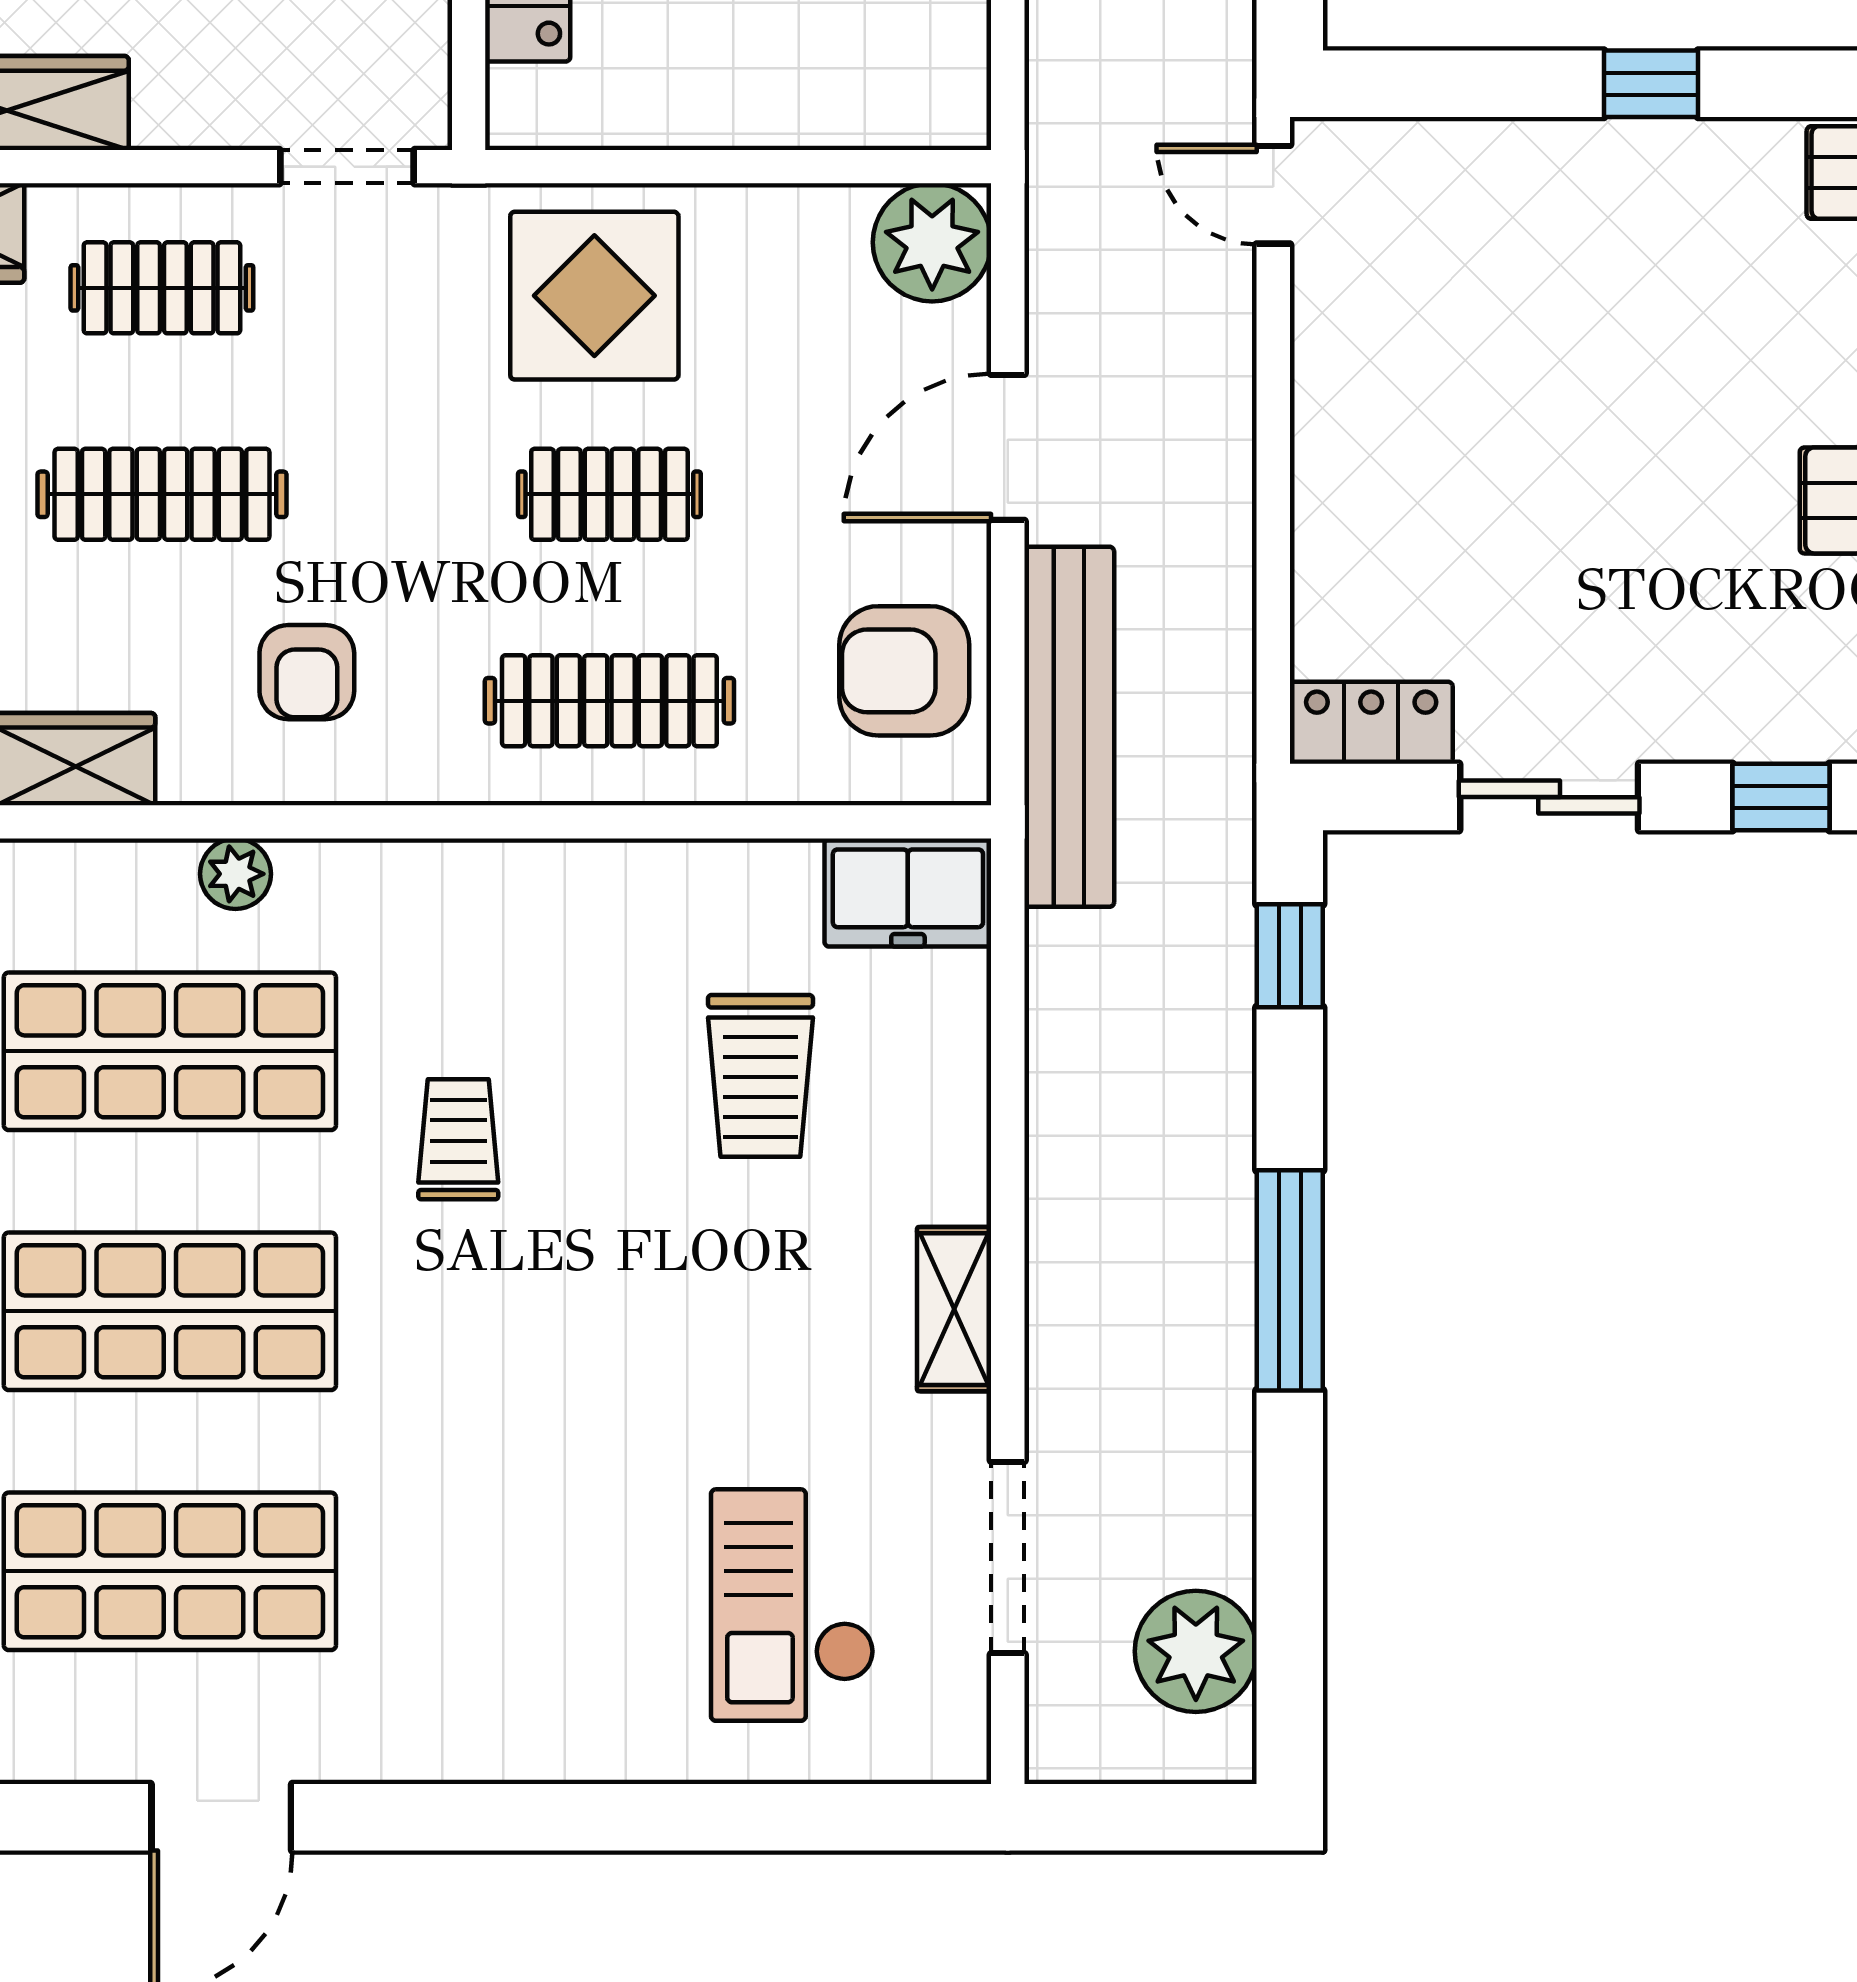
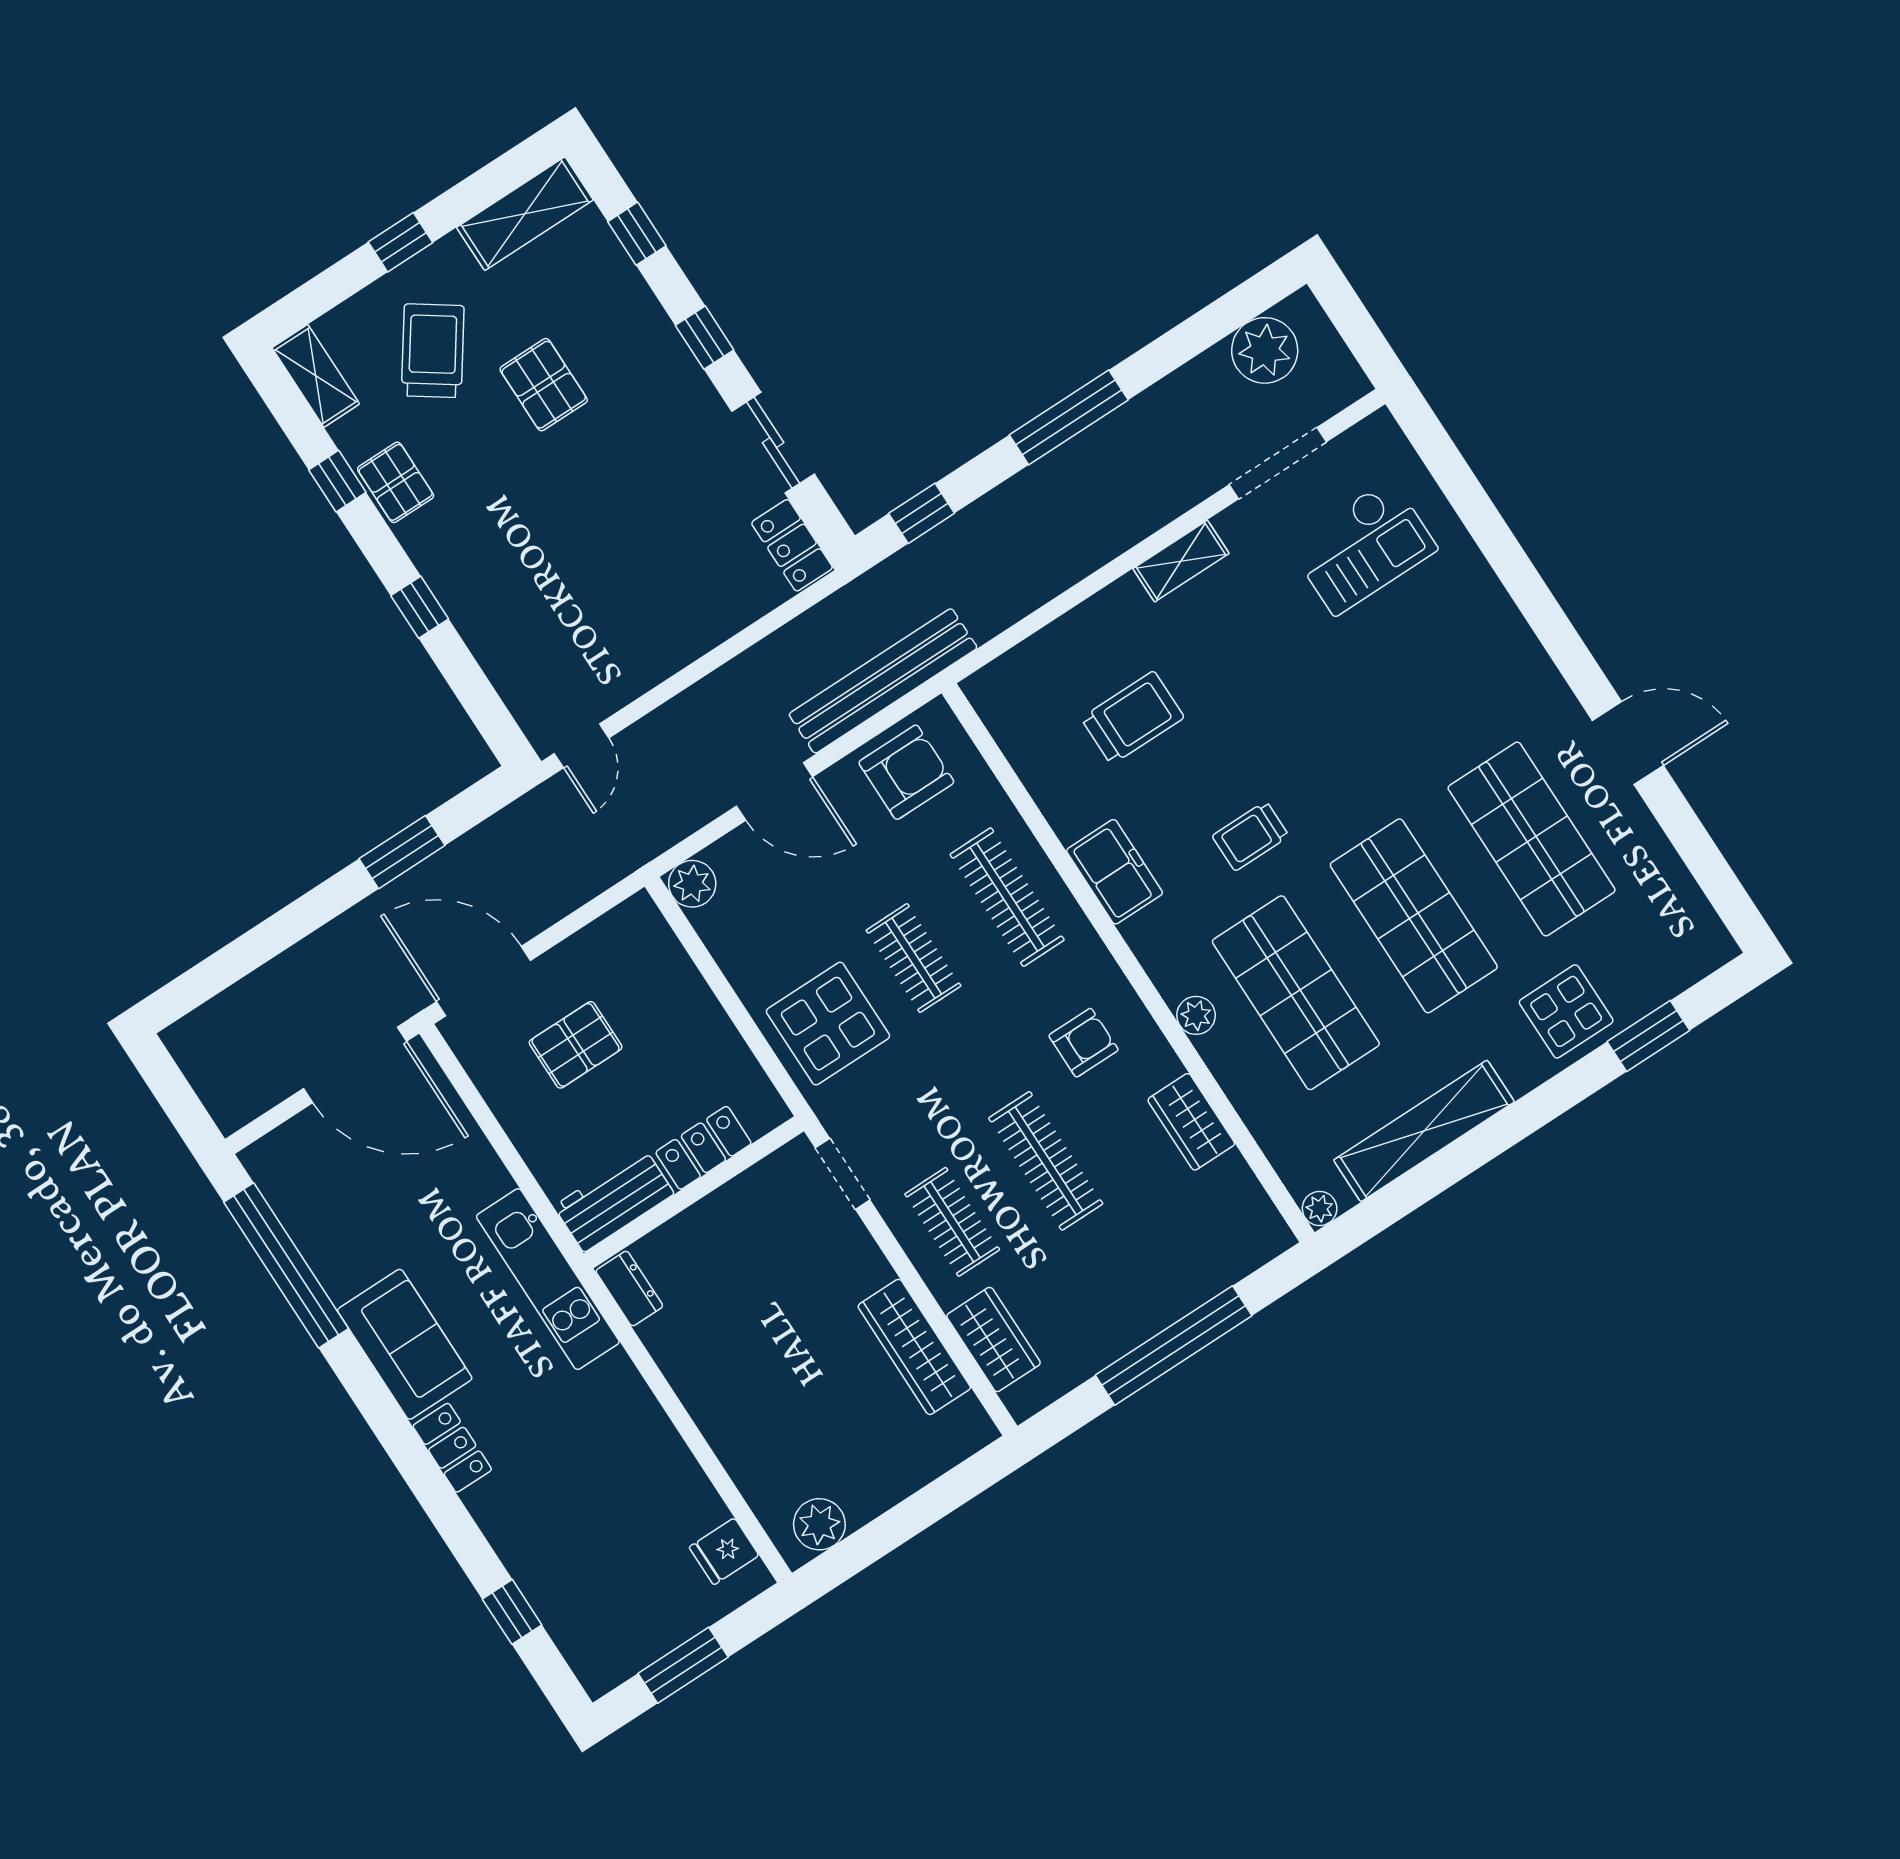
plant: (932, 242) -> (692, 884), width x0.73, depth x0.73
armchair: (904, 671) -> (906, 772), turned -90
freezer: (908, 893) -> (1115, 872), moved

